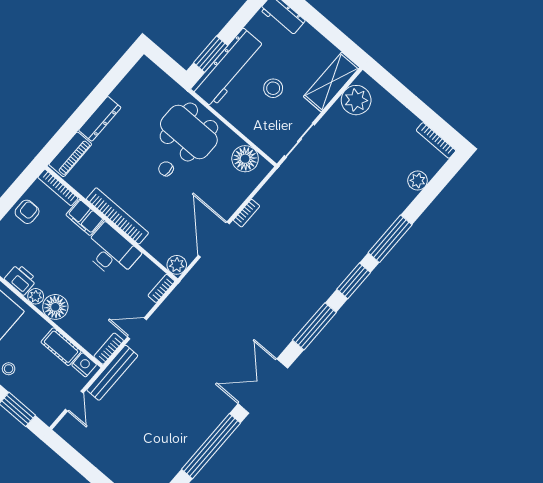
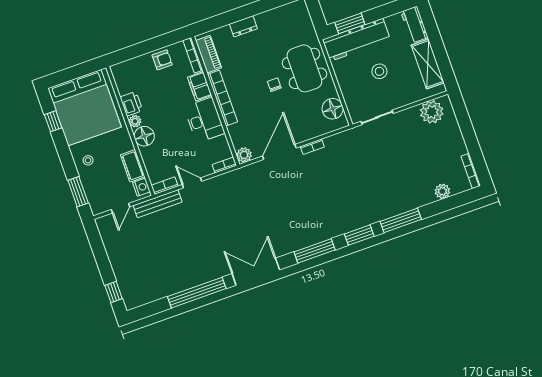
shelving: (332, 82) -> (428, 64), moved, turned 90
dresser: (100, 119) -> (243, 26), width x0.70
piano: (70, 154) -> (209, 54), moved, turned -90

